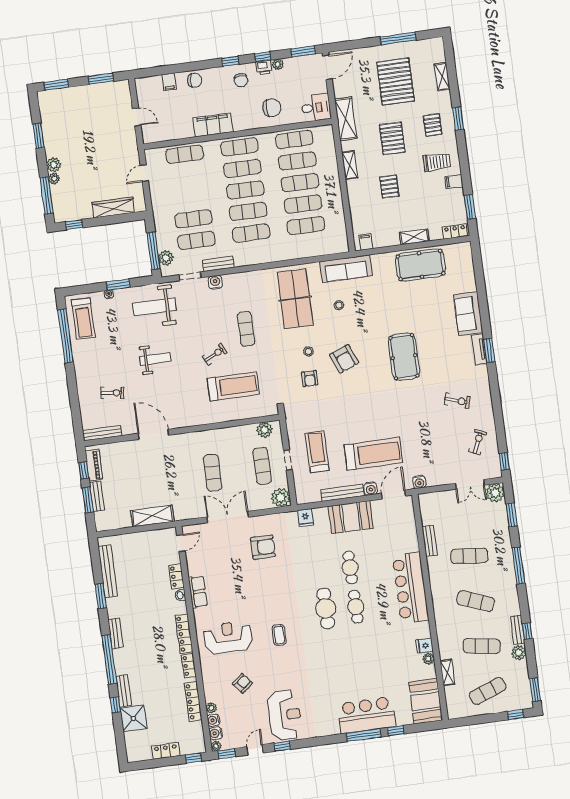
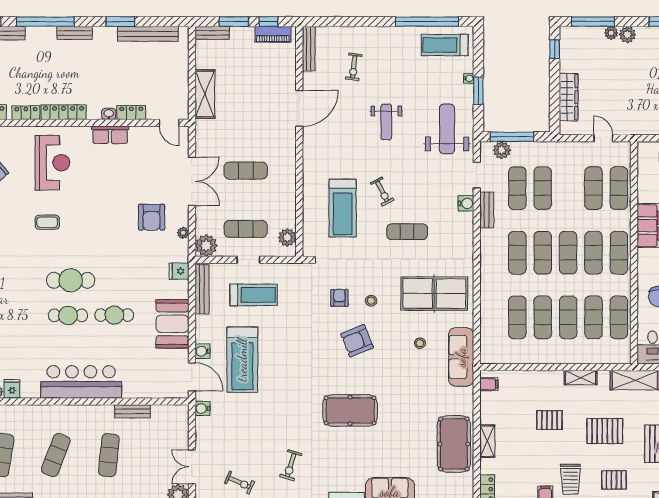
exercise mat: (188, 176) -> (593, 188), added
armchair: (310, 379) -> (339, 298), turned 90
bench: (342, 493) -> (202, 289), moved
bench: (97, 496) -> (212, 33), moved
plant: (272, 519) -> (183, 233), added

